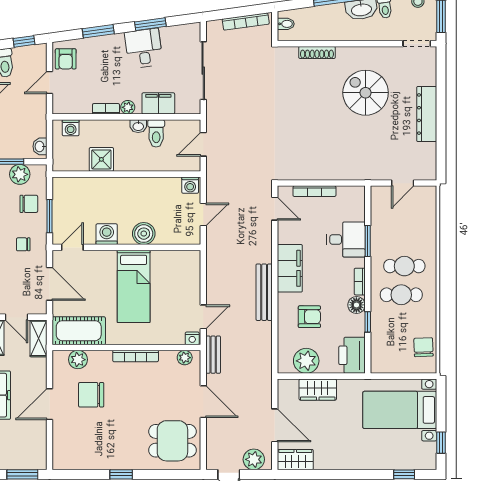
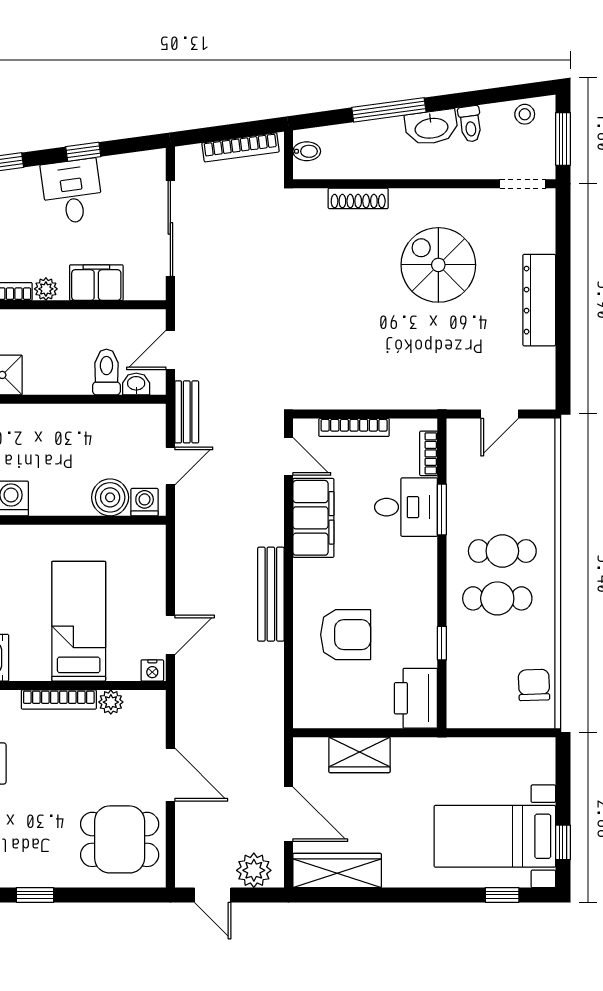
window: (150, 24) -> (83, 152), width x0.67
washbasin: (138, 126) -> (136, 384), moved, turned 180
toilet: (156, 133) -> (106, 372), moved, turned 180
washing machine: (190, 185) -> (145, 502), moved, turned 180
boiler: (144, 234) -> (110, 497), moved
filing cabinet: (290, 268) -> (313, 518), moved
bookcase: (360, 282) -> (429, 453), moved
bed: (134, 286) -> (79, 621), moved, turned 180
floor lamp: (356, 305) -> (423, 615), removed
armchair: (309, 317) -> (346, 635), width x1.38, depth x1.38
bench: (213, 355) -> (187, 412), moved
plant: (185, 358) -> (111, 702), moved
plant: (306, 361) -> (340, 707), removed
bed with nightstands: (400, 410) -> (495, 836), moved
wardrobe: (295, 460) -> (337, 871), width x1.50

